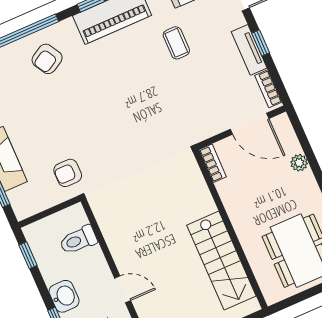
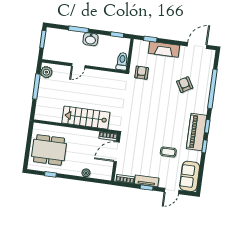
armchair: (47, 59) -> (185, 85), moved
door: (250, 124) -> (117, 152), moved
toilet: (78, 240) -> (122, 61), moved
stairs: (221, 261) -> (86, 118), moved

